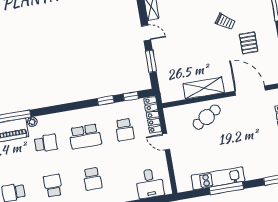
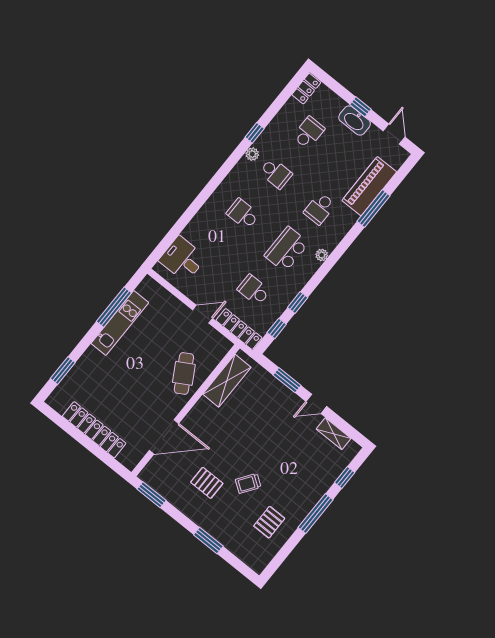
shelving: (204, 88) -> (227, 381), moved
plant: (32, 122) -> (322, 255), moved
window: (226, 188) -> (114, 307), moved

